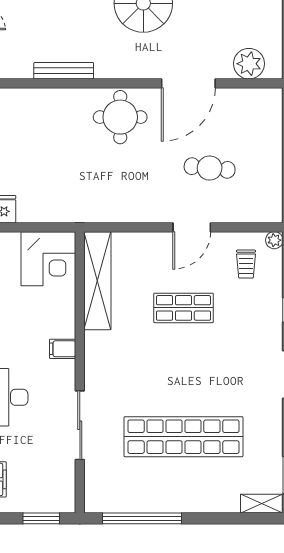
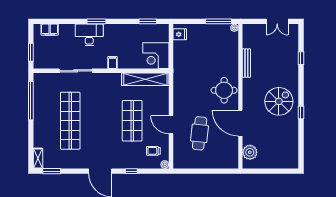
cafe table: (210, 168) -> (200, 133), width x1.37, depth x1.35
shop shelf: (183, 308) -> (132, 121), width x1.43, depth x1.36

